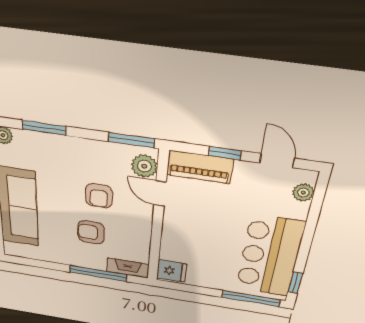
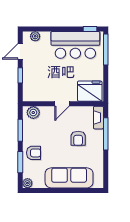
window: (131, 140) -> (20, 130), moved
piano: (200, 167) -> (29, 86), removed
door: (160, 194) -> (62, 104), moved
armchair: (99, 196) -> (34, 153), moved
fridge: (172, 271) -> (90, 91), width x1.88, depth x1.34

